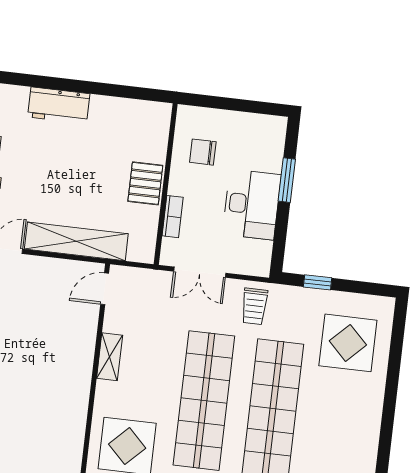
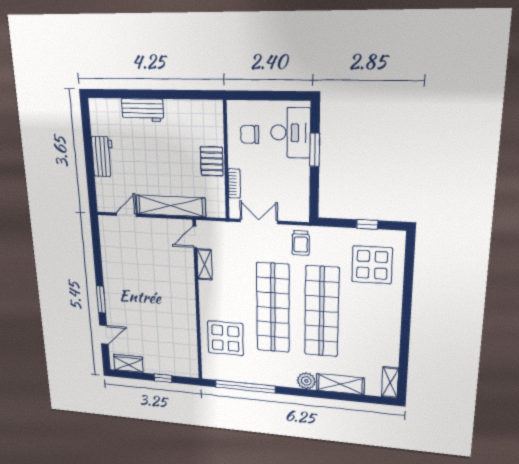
desk: (252, 204) -> (290, 133), moved
double door: (200, 272) -> (259, 221), swing flipped
window: (318, 282) -> (367, 224), moved
shelving: (110, 357) -> (204, 264), moved

